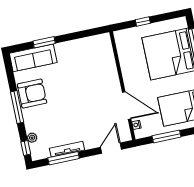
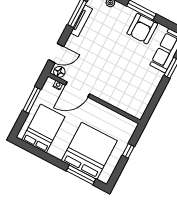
floor lamp: (124, 133) -> (59, 72), added
door: (111, 148) -> (56, 53), hinge flipped

